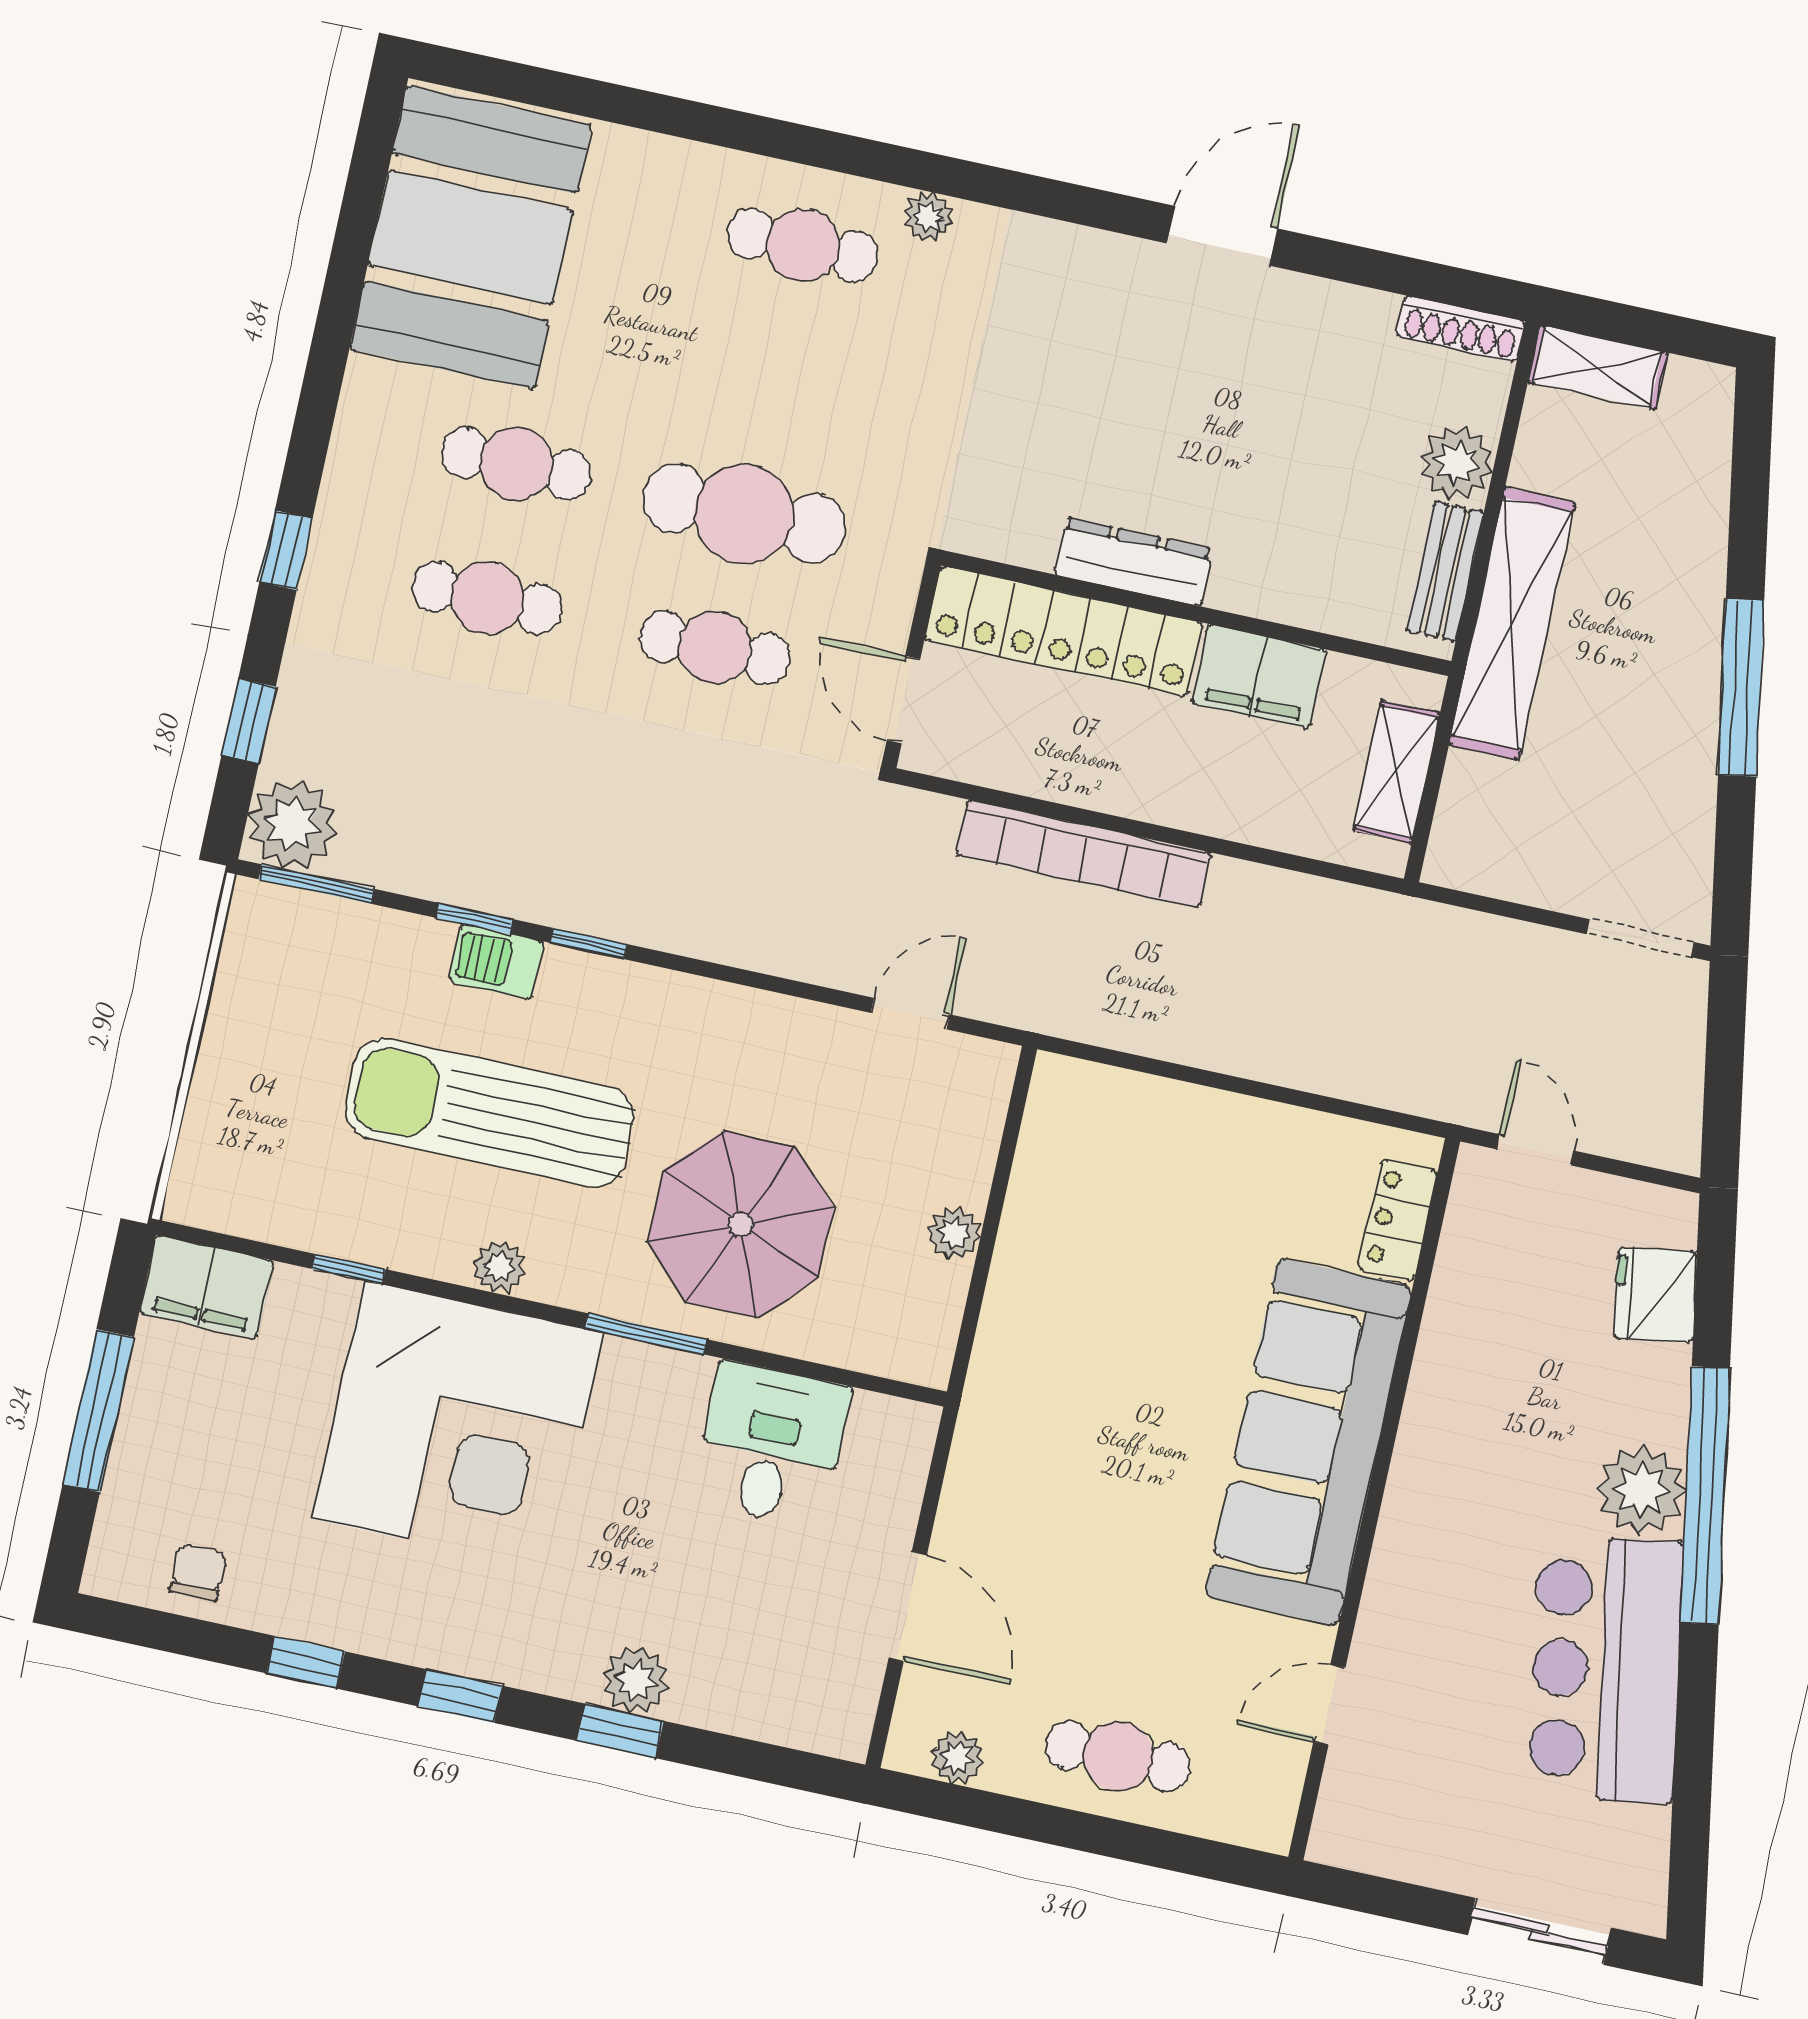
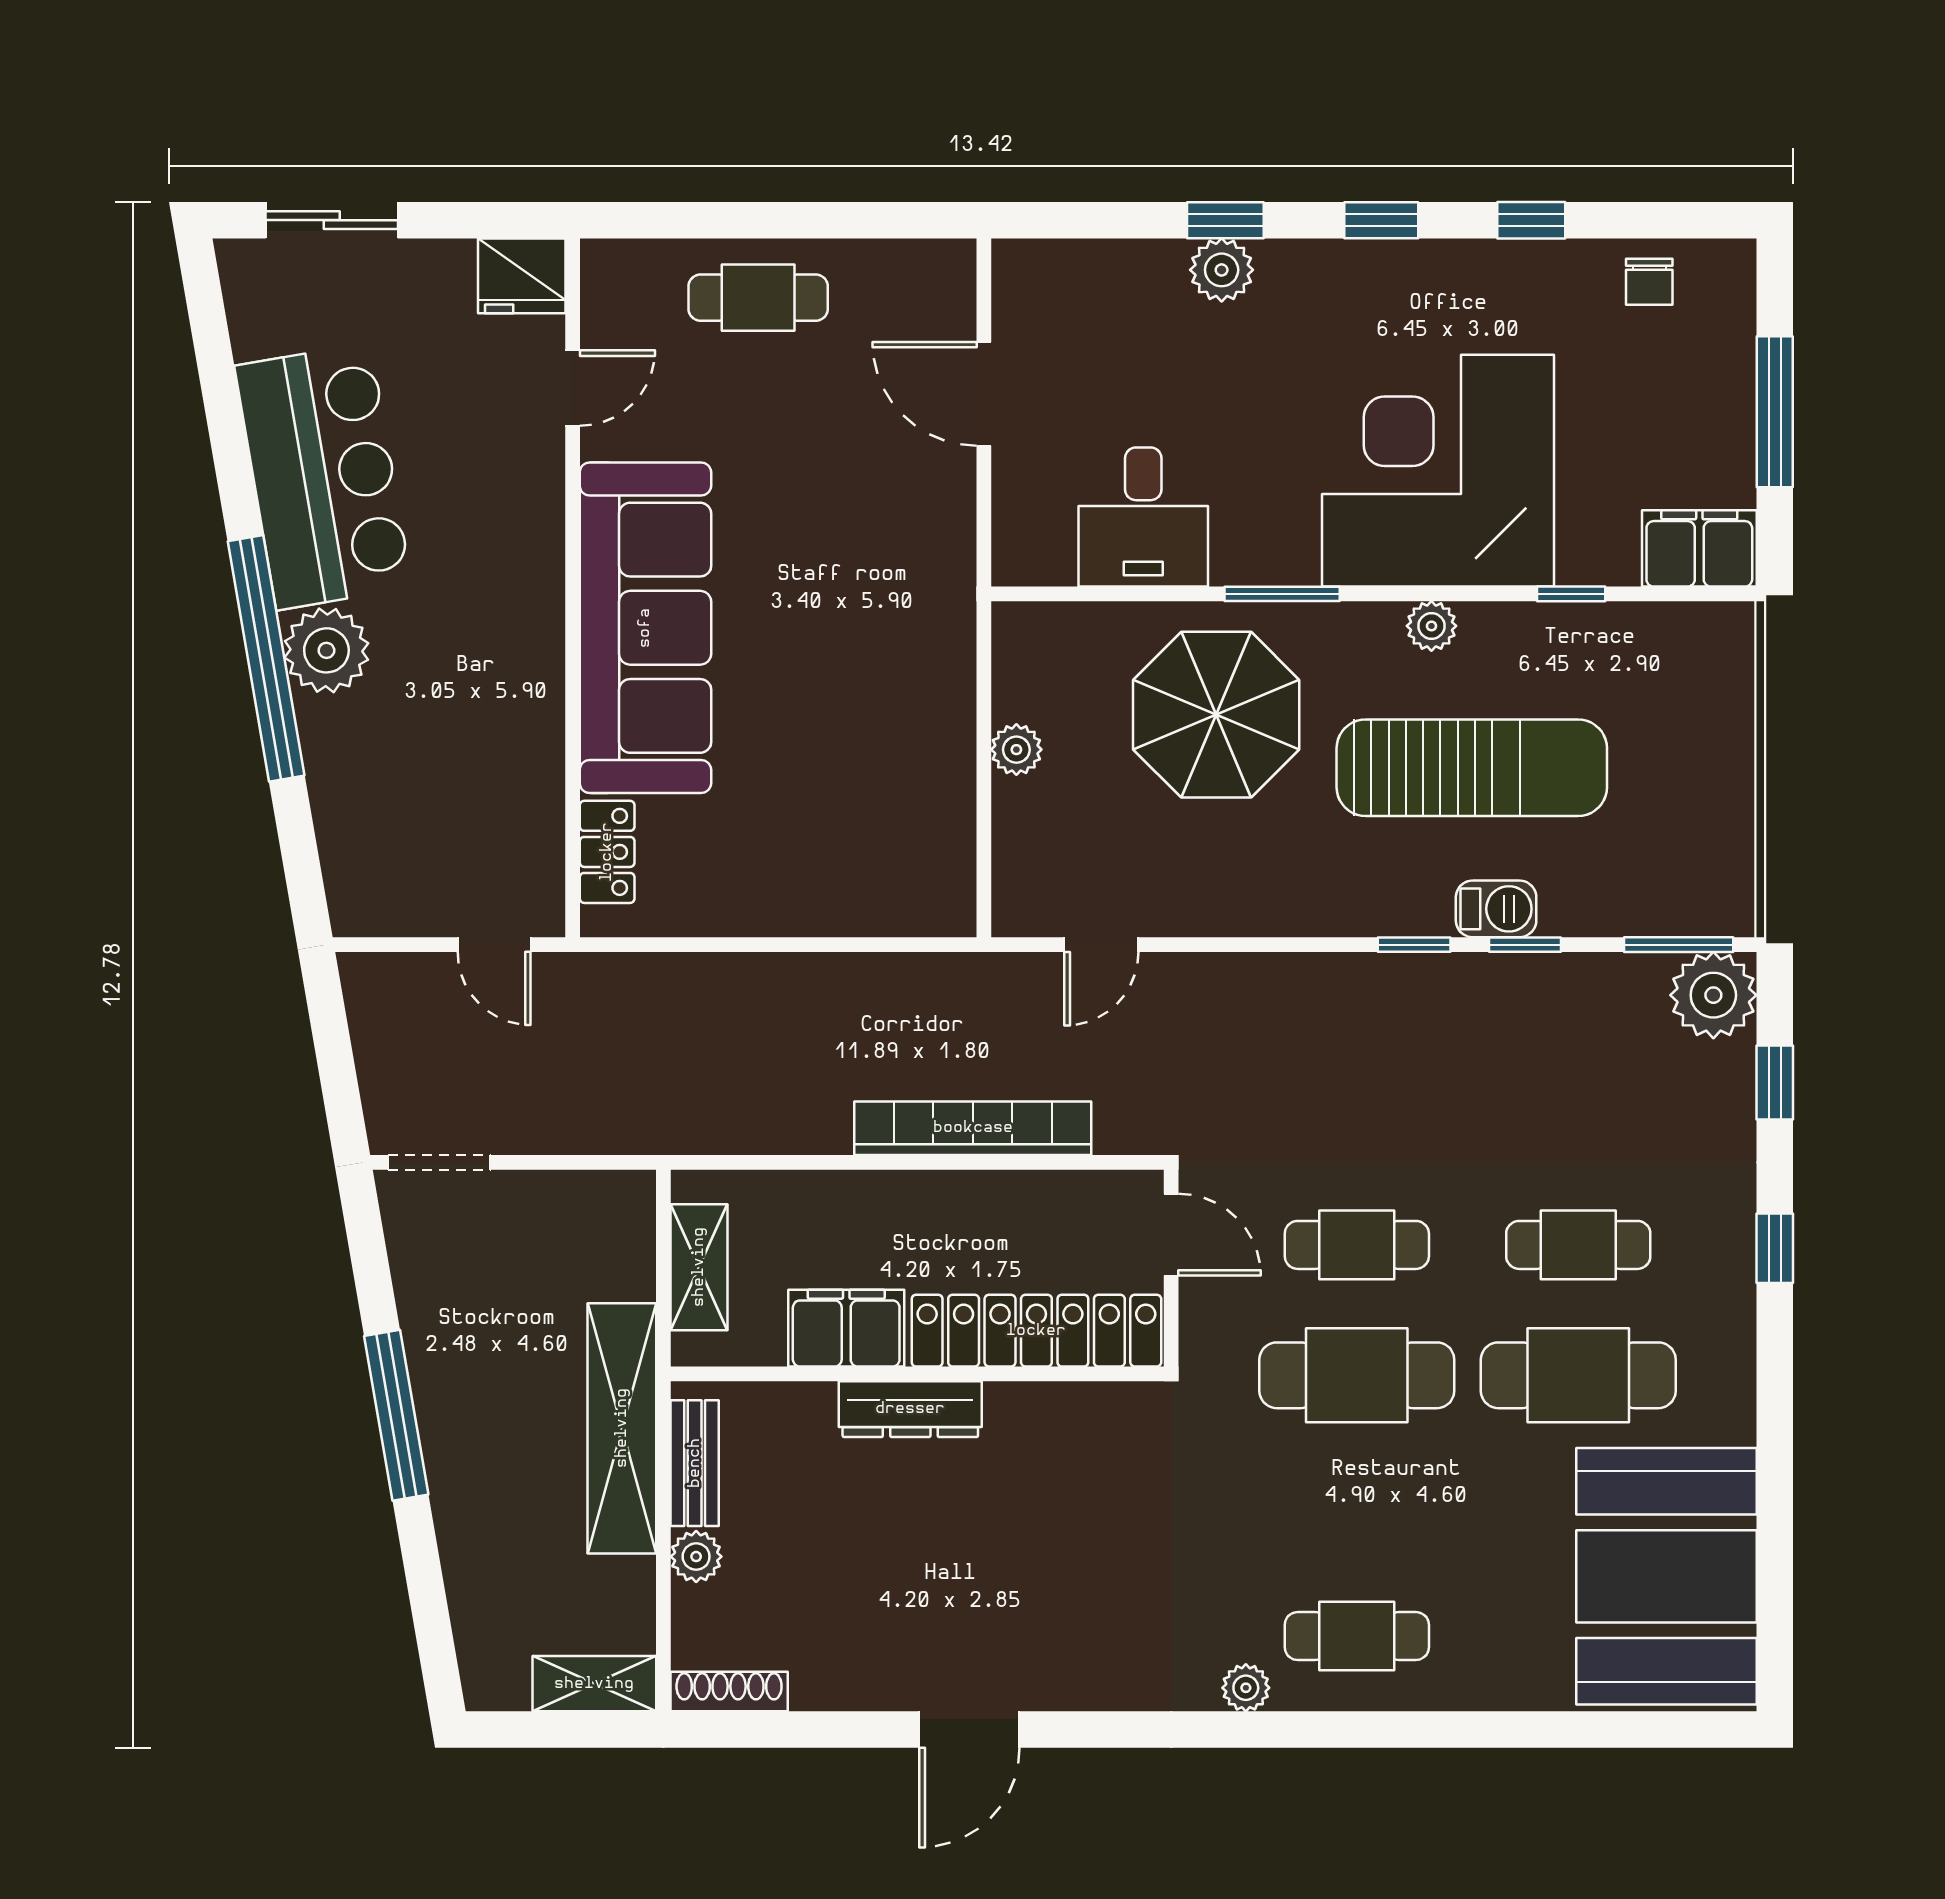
plant: (1457, 463) -> (696, 1557), width x0.73, depth x0.73
cafe table: (516, 464) -> (1578, 1375), width x1.37, depth x1.35
dresser: (1133, 562) -> (910, 1409), moved
fridge: (1655, 1295) -> (522, 276), moved, turned 100
plant: (957, 1757) -> (907, 264), removed

